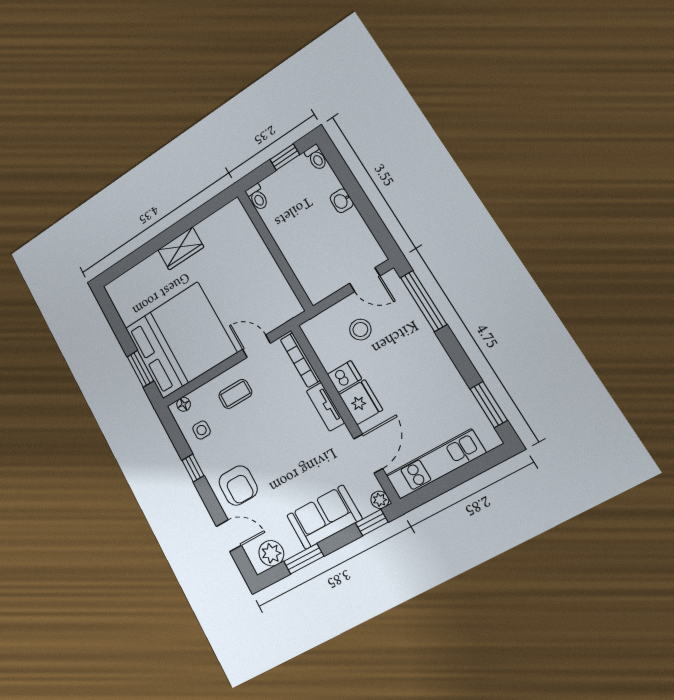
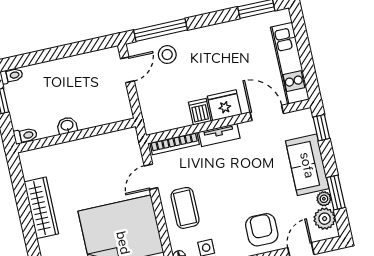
washbasin: (342, 201) -> (67, 126), moved, turned 180
wardrobe: (181, 248) -> (41, 208), width x1.50
stool: (360, 330) -> (167, 55), moved
coffee table: (235, 394) -> (185, 208), width x1.36, depth x1.30
armchair: (238, 485) -> (262, 230), turned -90
plant: (380, 500) -> (324, 199), moved

